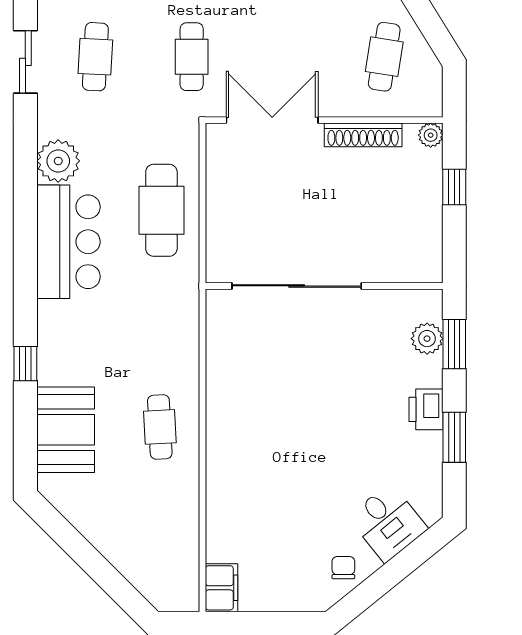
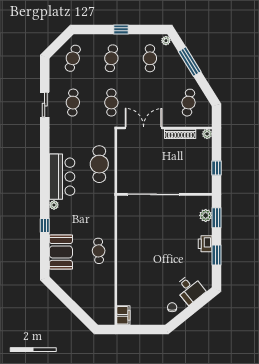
plant: (58, 161) -> (54, 205), moved, width x0.53, depth x0.53
window: (454, 187) -> (217, 168), moved

